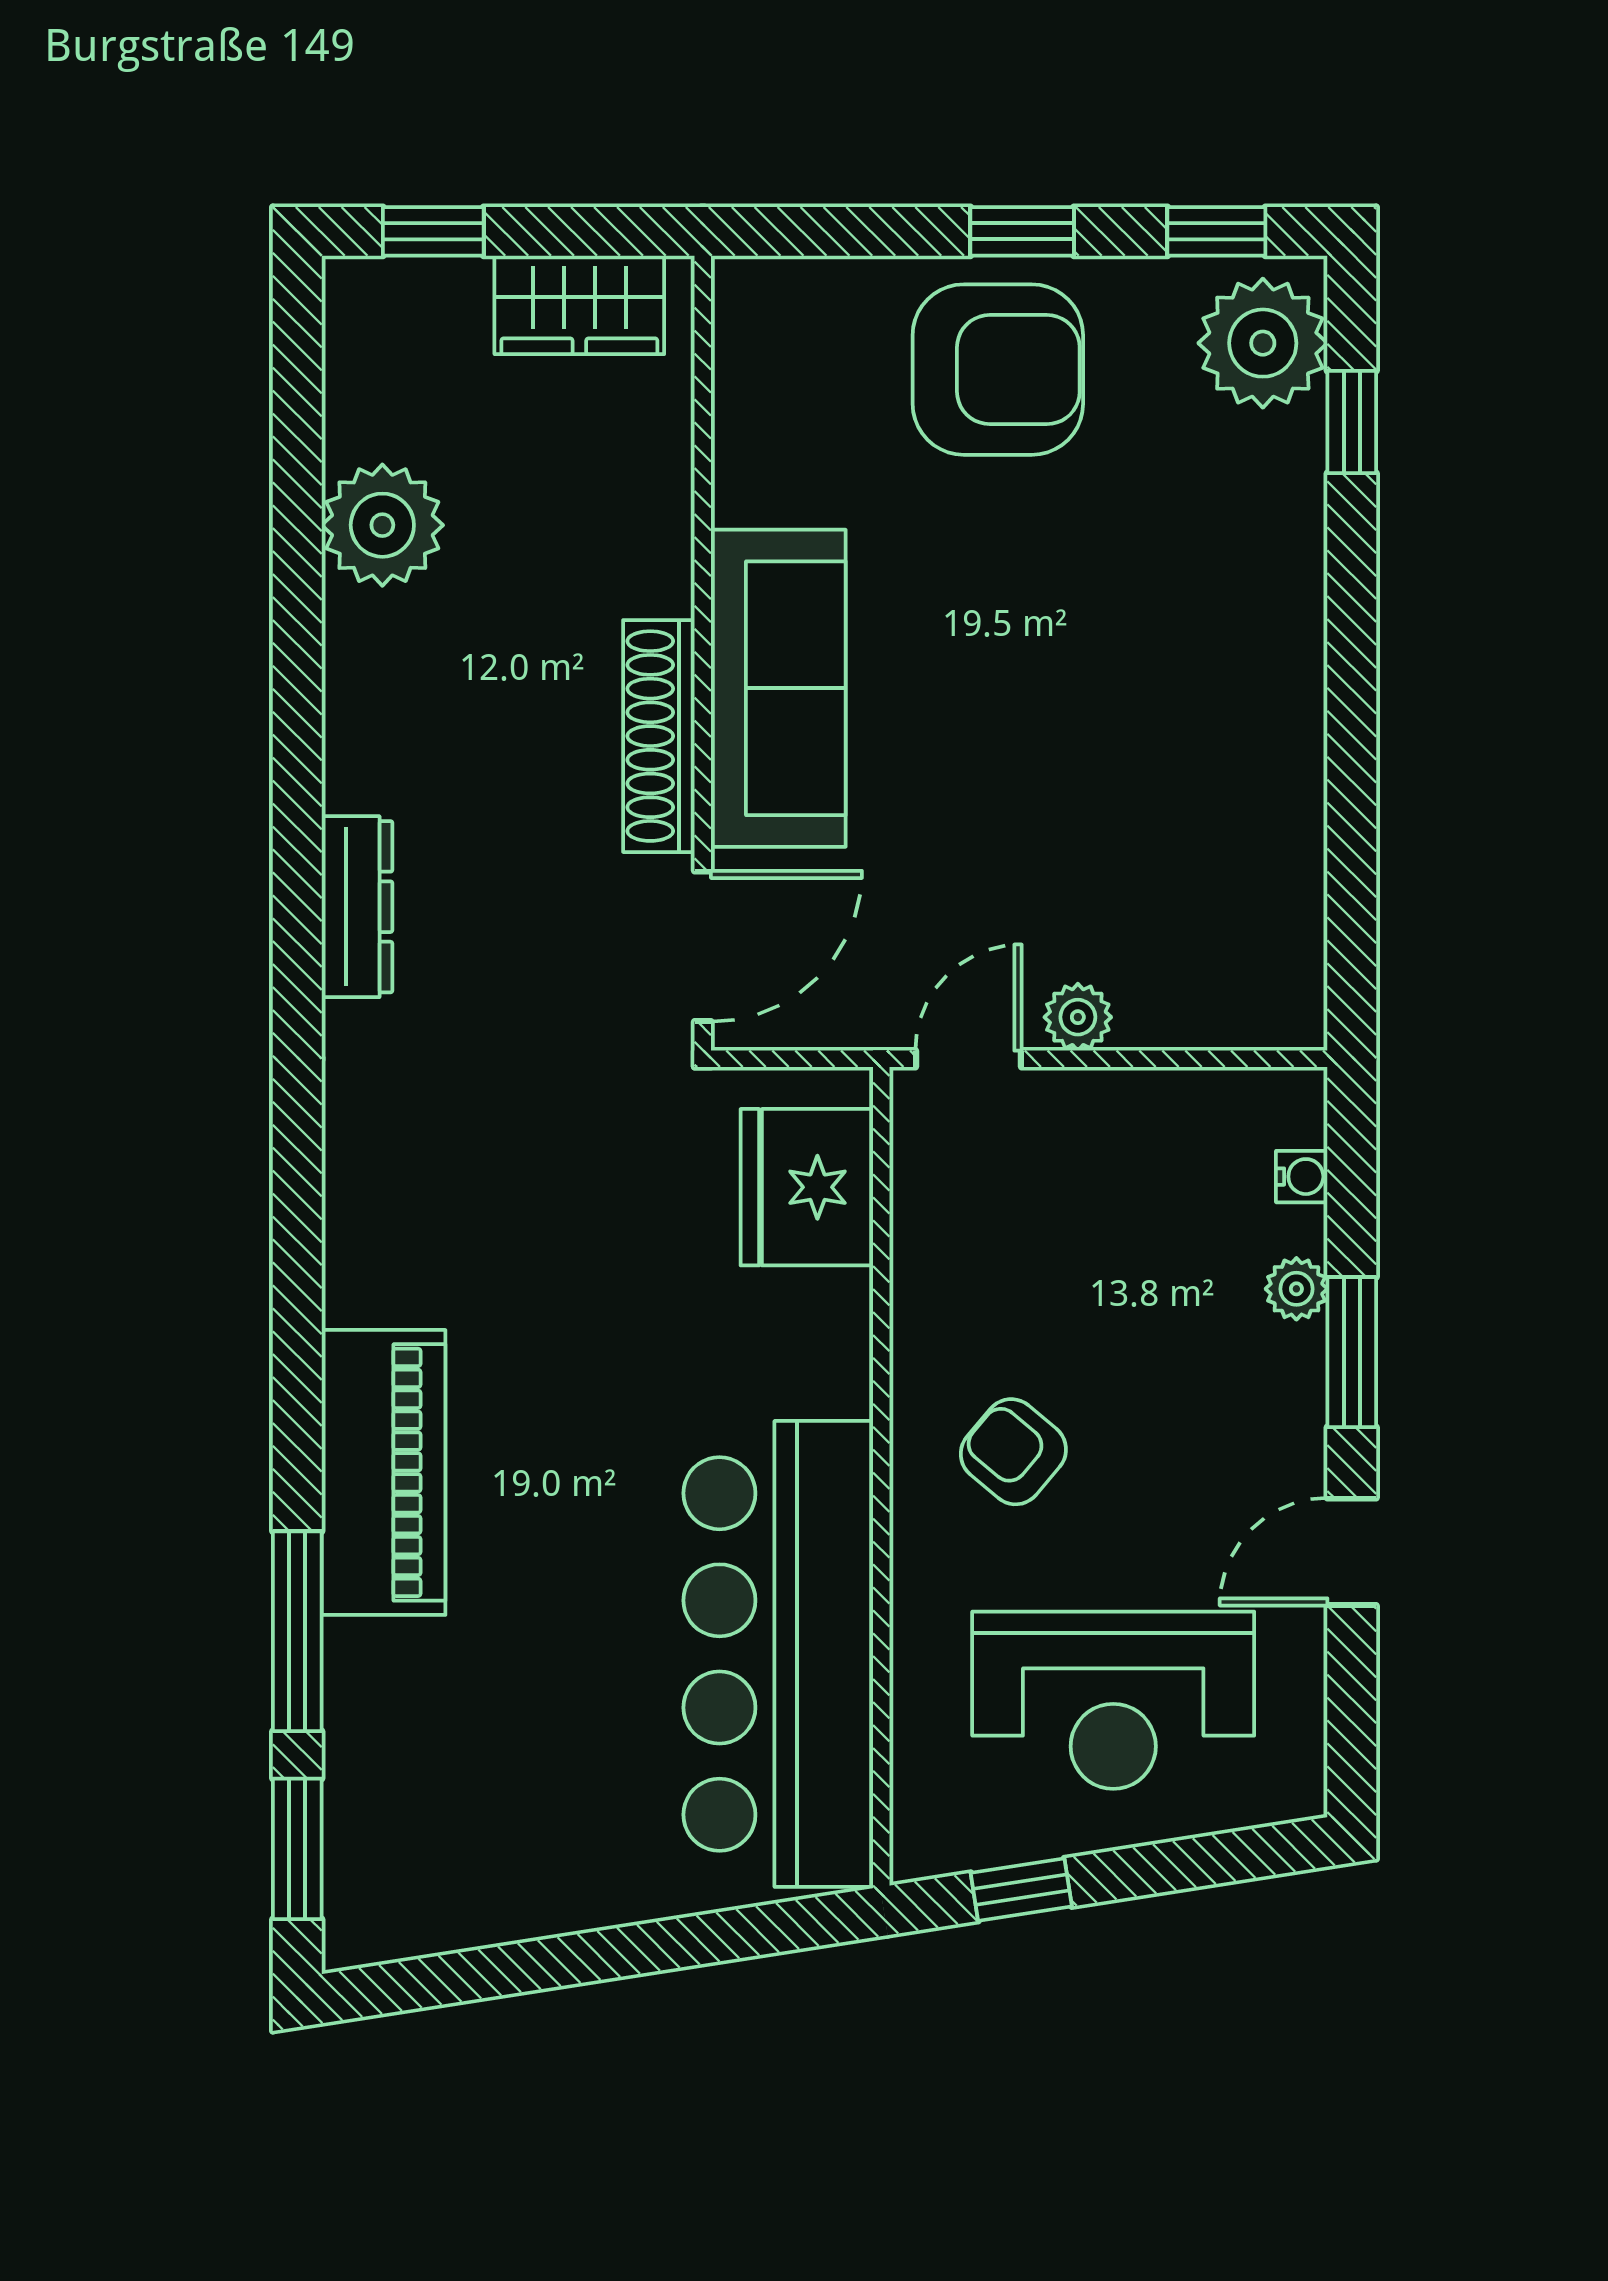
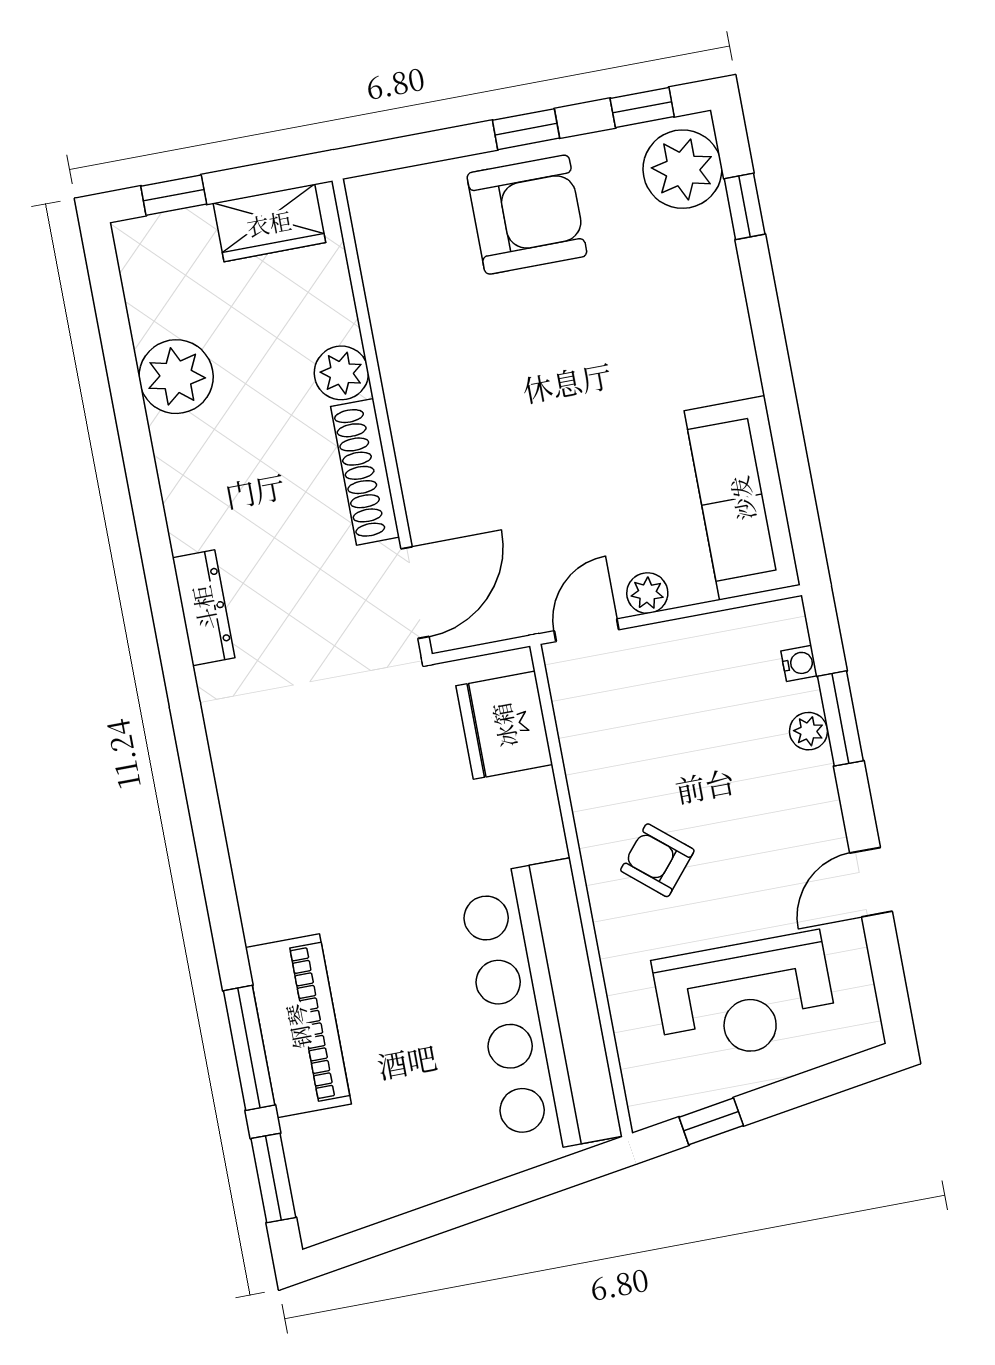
plant: (650, 569) -> (341, 373), added
sofa: (778, 688) -> (742, 498), moved, turned 180
window: (1352, 1352) -> (840, 718), moved
piano: (383, 1472) -> (298, 1026), moved

